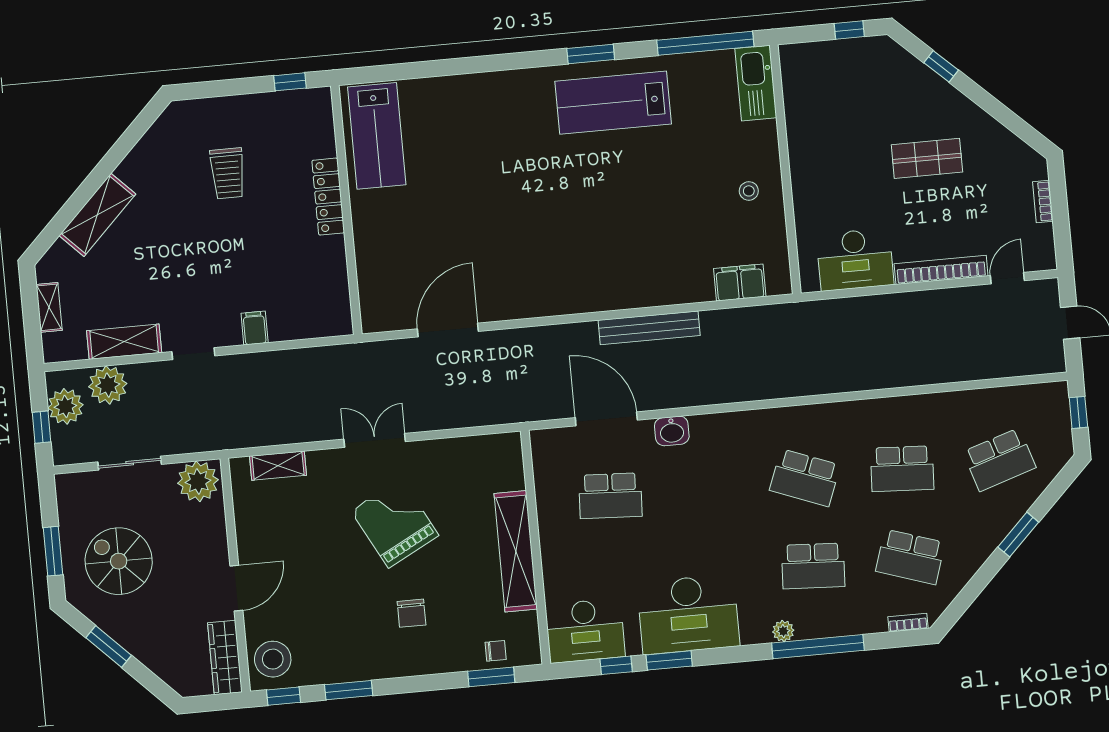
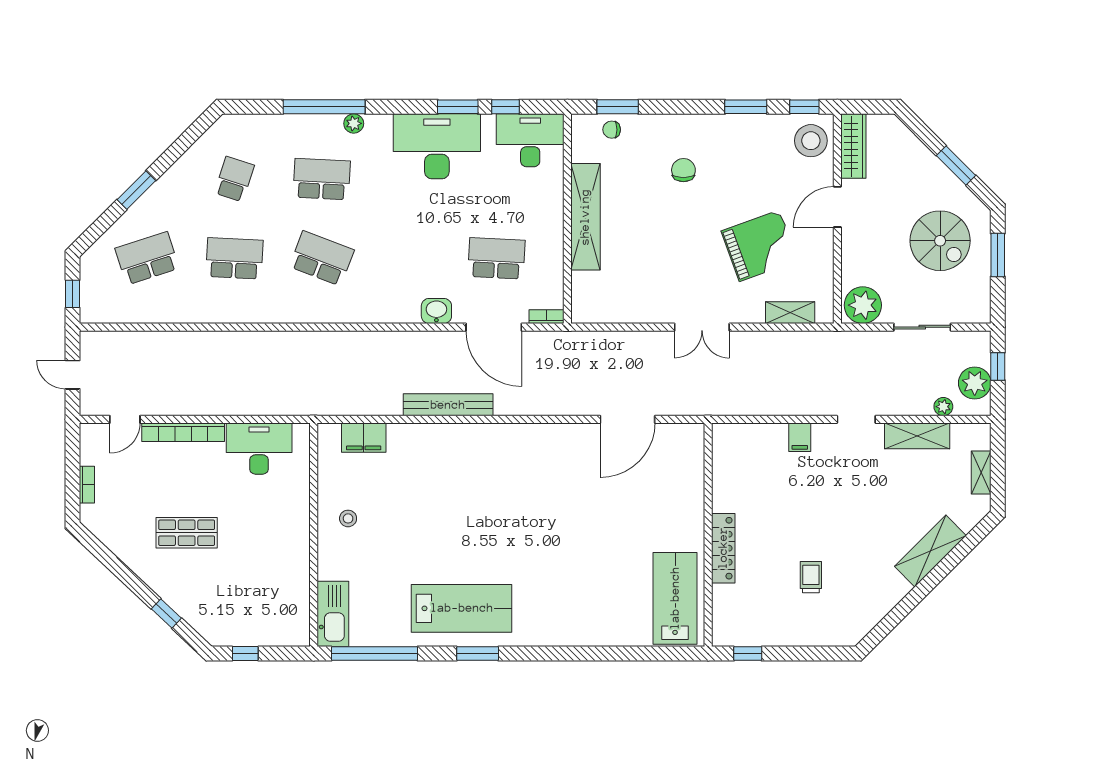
trolley: (228, 173) -> (811, 577), width x0.73, depth x0.72
plant: (108, 385) -> (943, 407), width x0.53, depth x0.53
grand piano: (395, 523) -> (759, 246), moved, turned -82
school desk: (910, 557) -> (234, 179), width x0.54
bookcase: (908, 623) -> (547, 317), moved, turned 180

